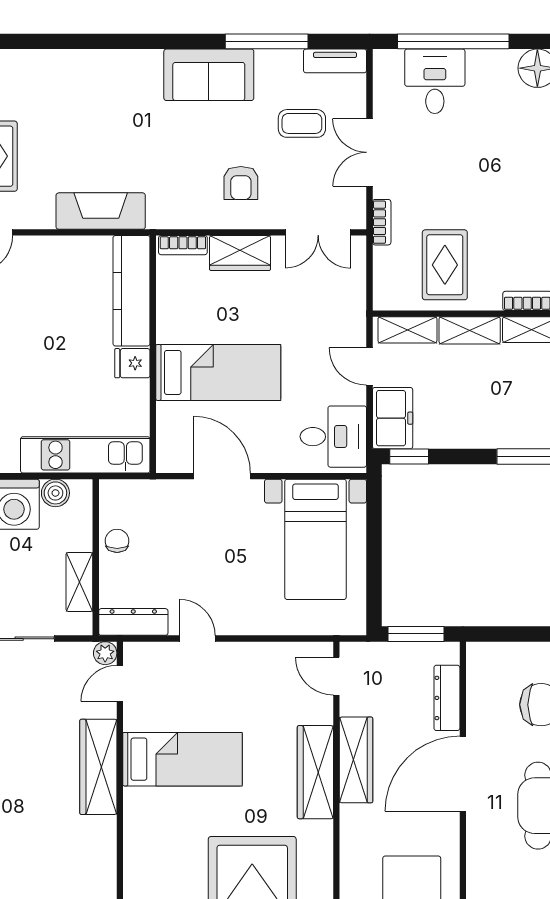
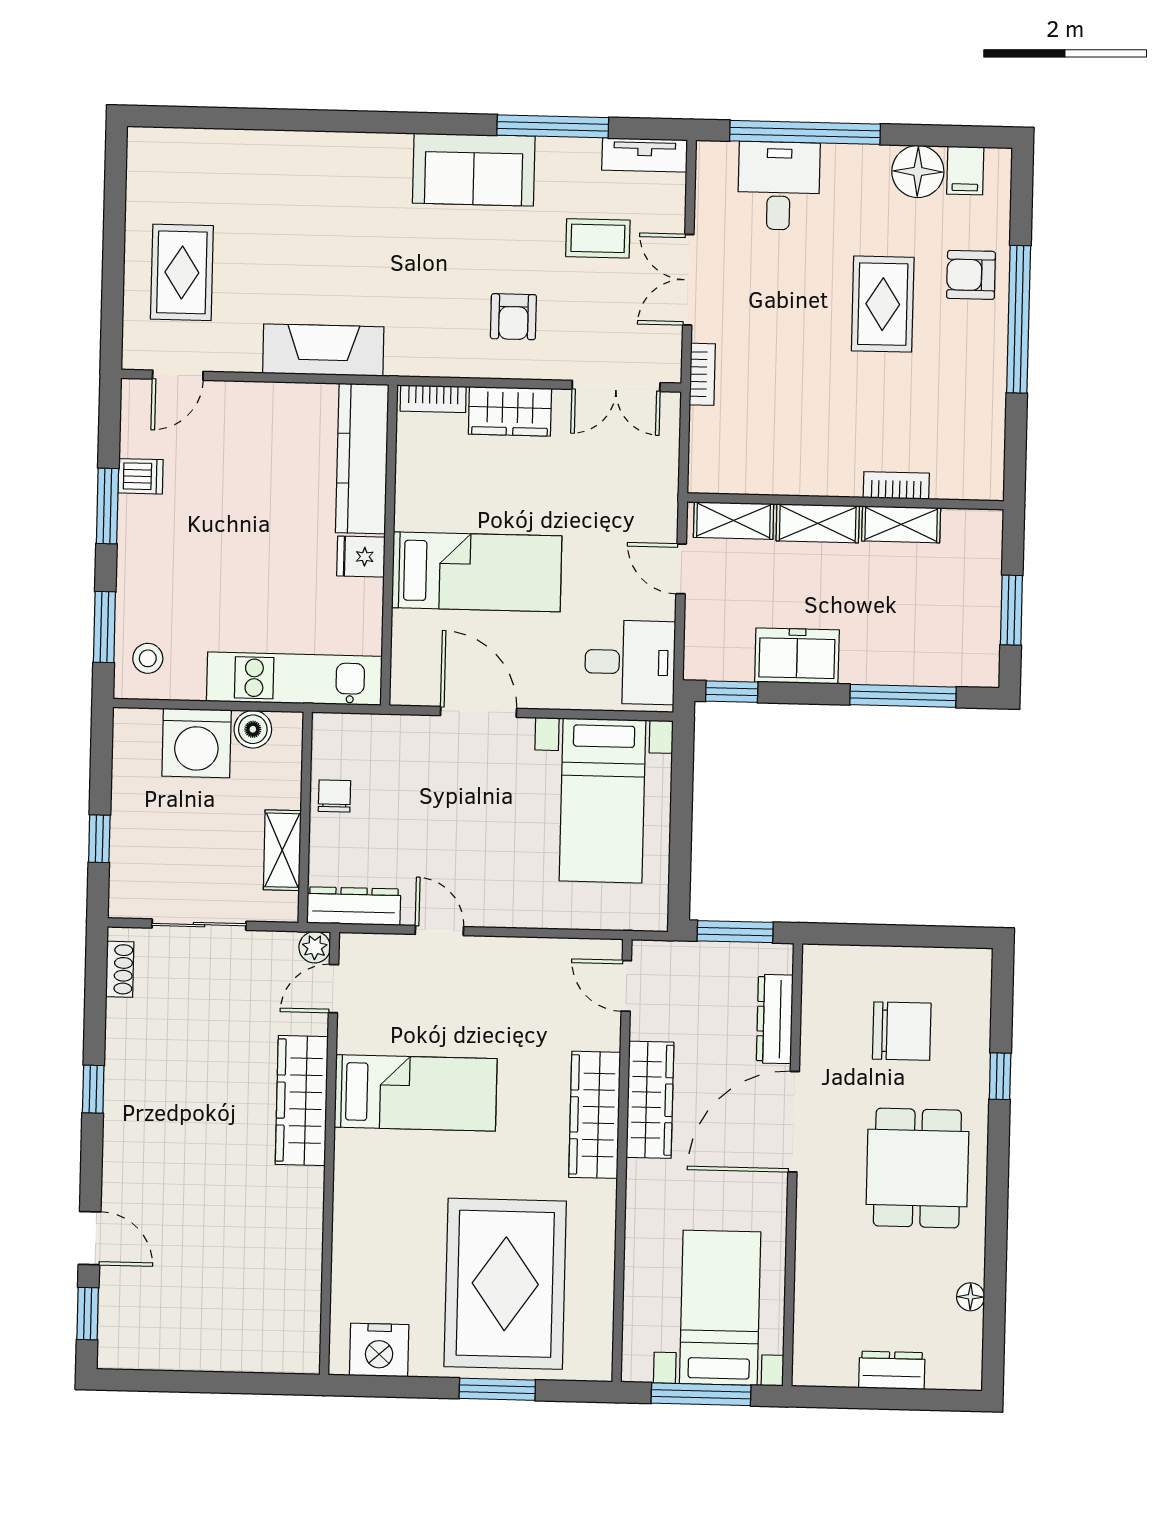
rug: (445, 265) -> (883, 304), moved
freezer: (393, 418) -> (797, 656), moved, turned -90

